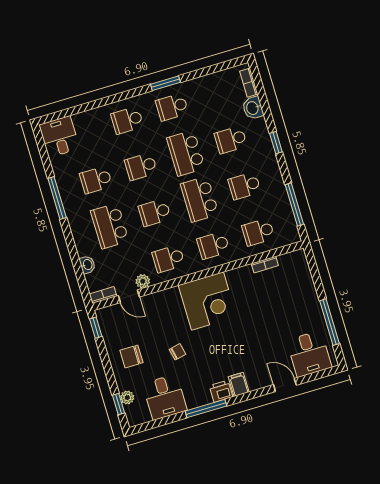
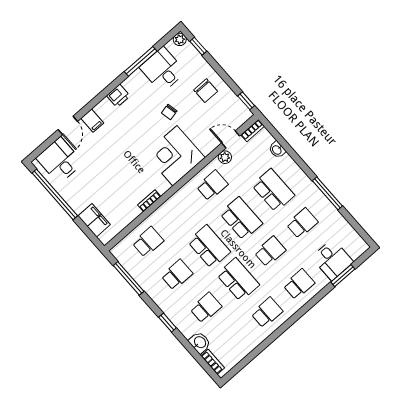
window: (165, 83) -> (343, 276), moved
desk: (59, 137) -> (332, 260), moved
school desk: (155, 213) -> (241, 218), width x1.85
school desk: (213, 245) -> (180, 214), removed
bookcase: (265, 265) -> (149, 201), moved
filing cabinet: (302, 278) -> (94, 220), added
corner desk: (207, 301) -> (175, 156), moved
window: (329, 322) -> (55, 194), width x1.46
chair: (131, 356) -> (206, 91), turned 90
filing cabinet: (239, 384) -> (92, 121), moved
door: (285, 385) -> (68, 125), hinge flipped
plant: (127, 397) -> (180, 39), moved
window: (206, 409) -> (141, 61), moved

